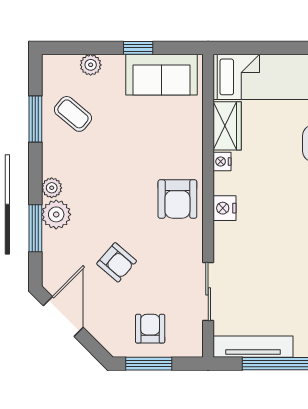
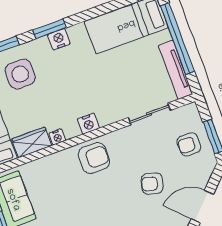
armchair: (117, 262) -> (152, 184), turned -117

